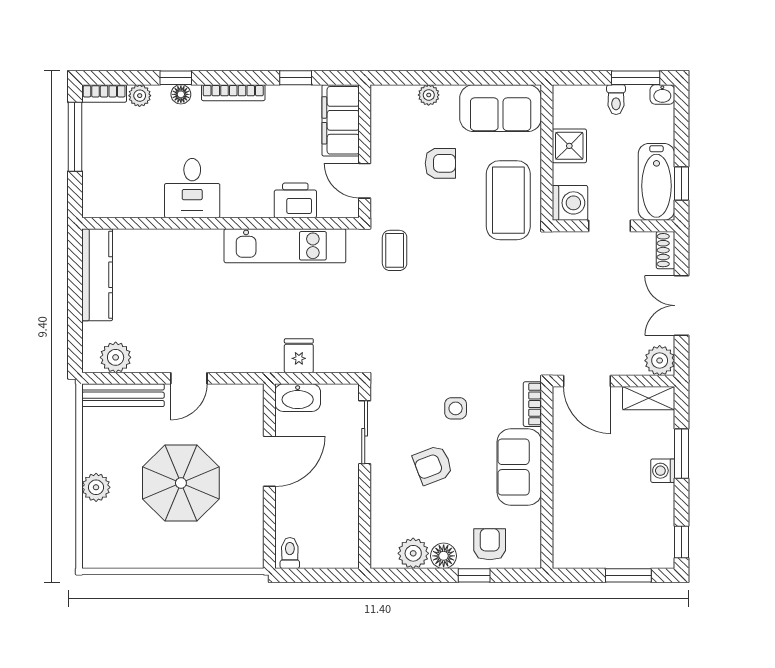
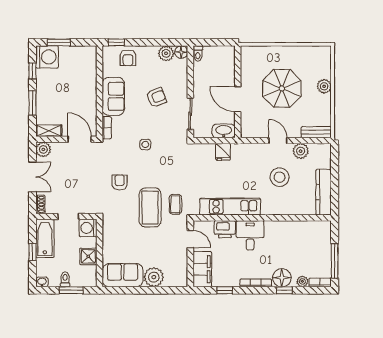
window: (636, 78) -> (71, 290), moved
floor lamp: (181, 94) -> (282, 278), width x1.89, depth x1.89
plant: (429, 95) -> (154, 277), width x1.88, depth x1.88
armchair: (440, 163) -> (120, 182), moved, turned 90
window: (681, 183) -> (32, 252), moved
desk: (192, 188) -> (250, 235), moved
coffee table: (508, 200) -> (150, 207), moved
stool: (186, 305) -> (280, 177), added
plant: (116, 357) -> (301, 151), moved
door: (189, 378) -> (278, 141), hinge flipped
bench: (123, 395) -> (316, 132), width x0.73
side table: (456, 408) -> (145, 144), moved
door: (269, 461) -> (238, 99), hinge flipped
washing machine: (663, 471) -> (47, 57), moved, width x1.89, depth x1.89
window: (681, 542) -> (32, 71), moved
toilet: (290, 553) -> (198, 54), moved
floor lamp: (444, 556) -> (181, 52), moved
window: (474, 575) -> (116, 42), moved

